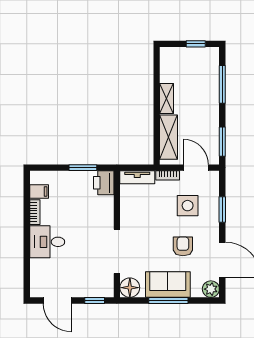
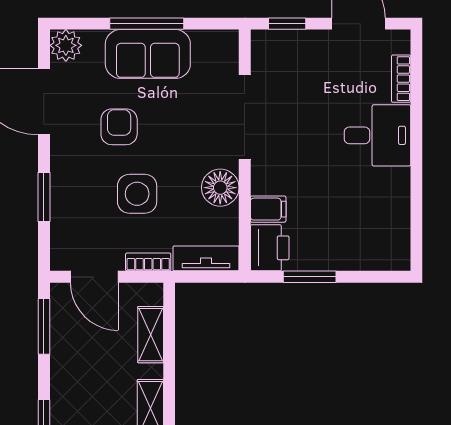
shelving: (169, 137) -> (151, 335), width x0.67, depth x0.75
filing cabinet: (39, 191) -> (268, 209), moved, turned 180
side table: (188, 206) -> (137, 194), moved
bookcase: (35, 212) -> (401, 79), moved
armchair: (183, 246) -> (119, 127), turned 180
floor lamp: (130, 288) -> (220, 188), moved

